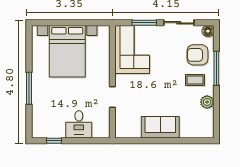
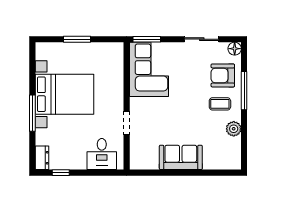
window: (69, 23) -> (77, 39), added
window: (144, 23) -> (147, 39), moved
bed with nightstands: (67, 51) -> (64, 94), moved, turned -90
desk: (79, 124) -> (102, 154), moved
dresser: (38, 128) -> (42, 158), added

